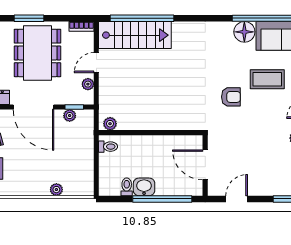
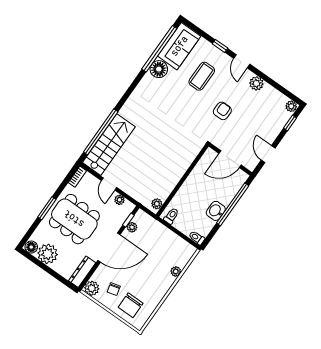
armchair: (231, 97) -> (222, 111), moved
toilet: (127, 187) -> (197, 238), moved

